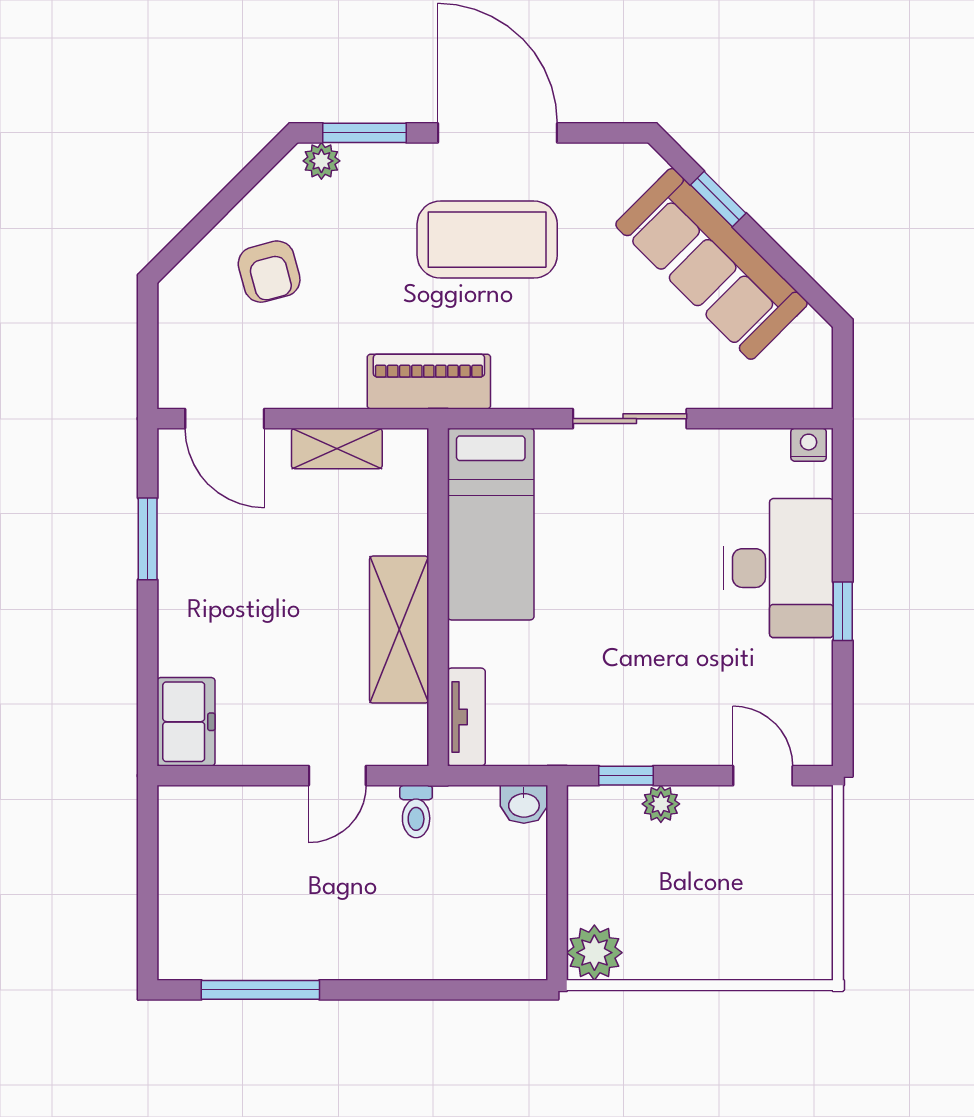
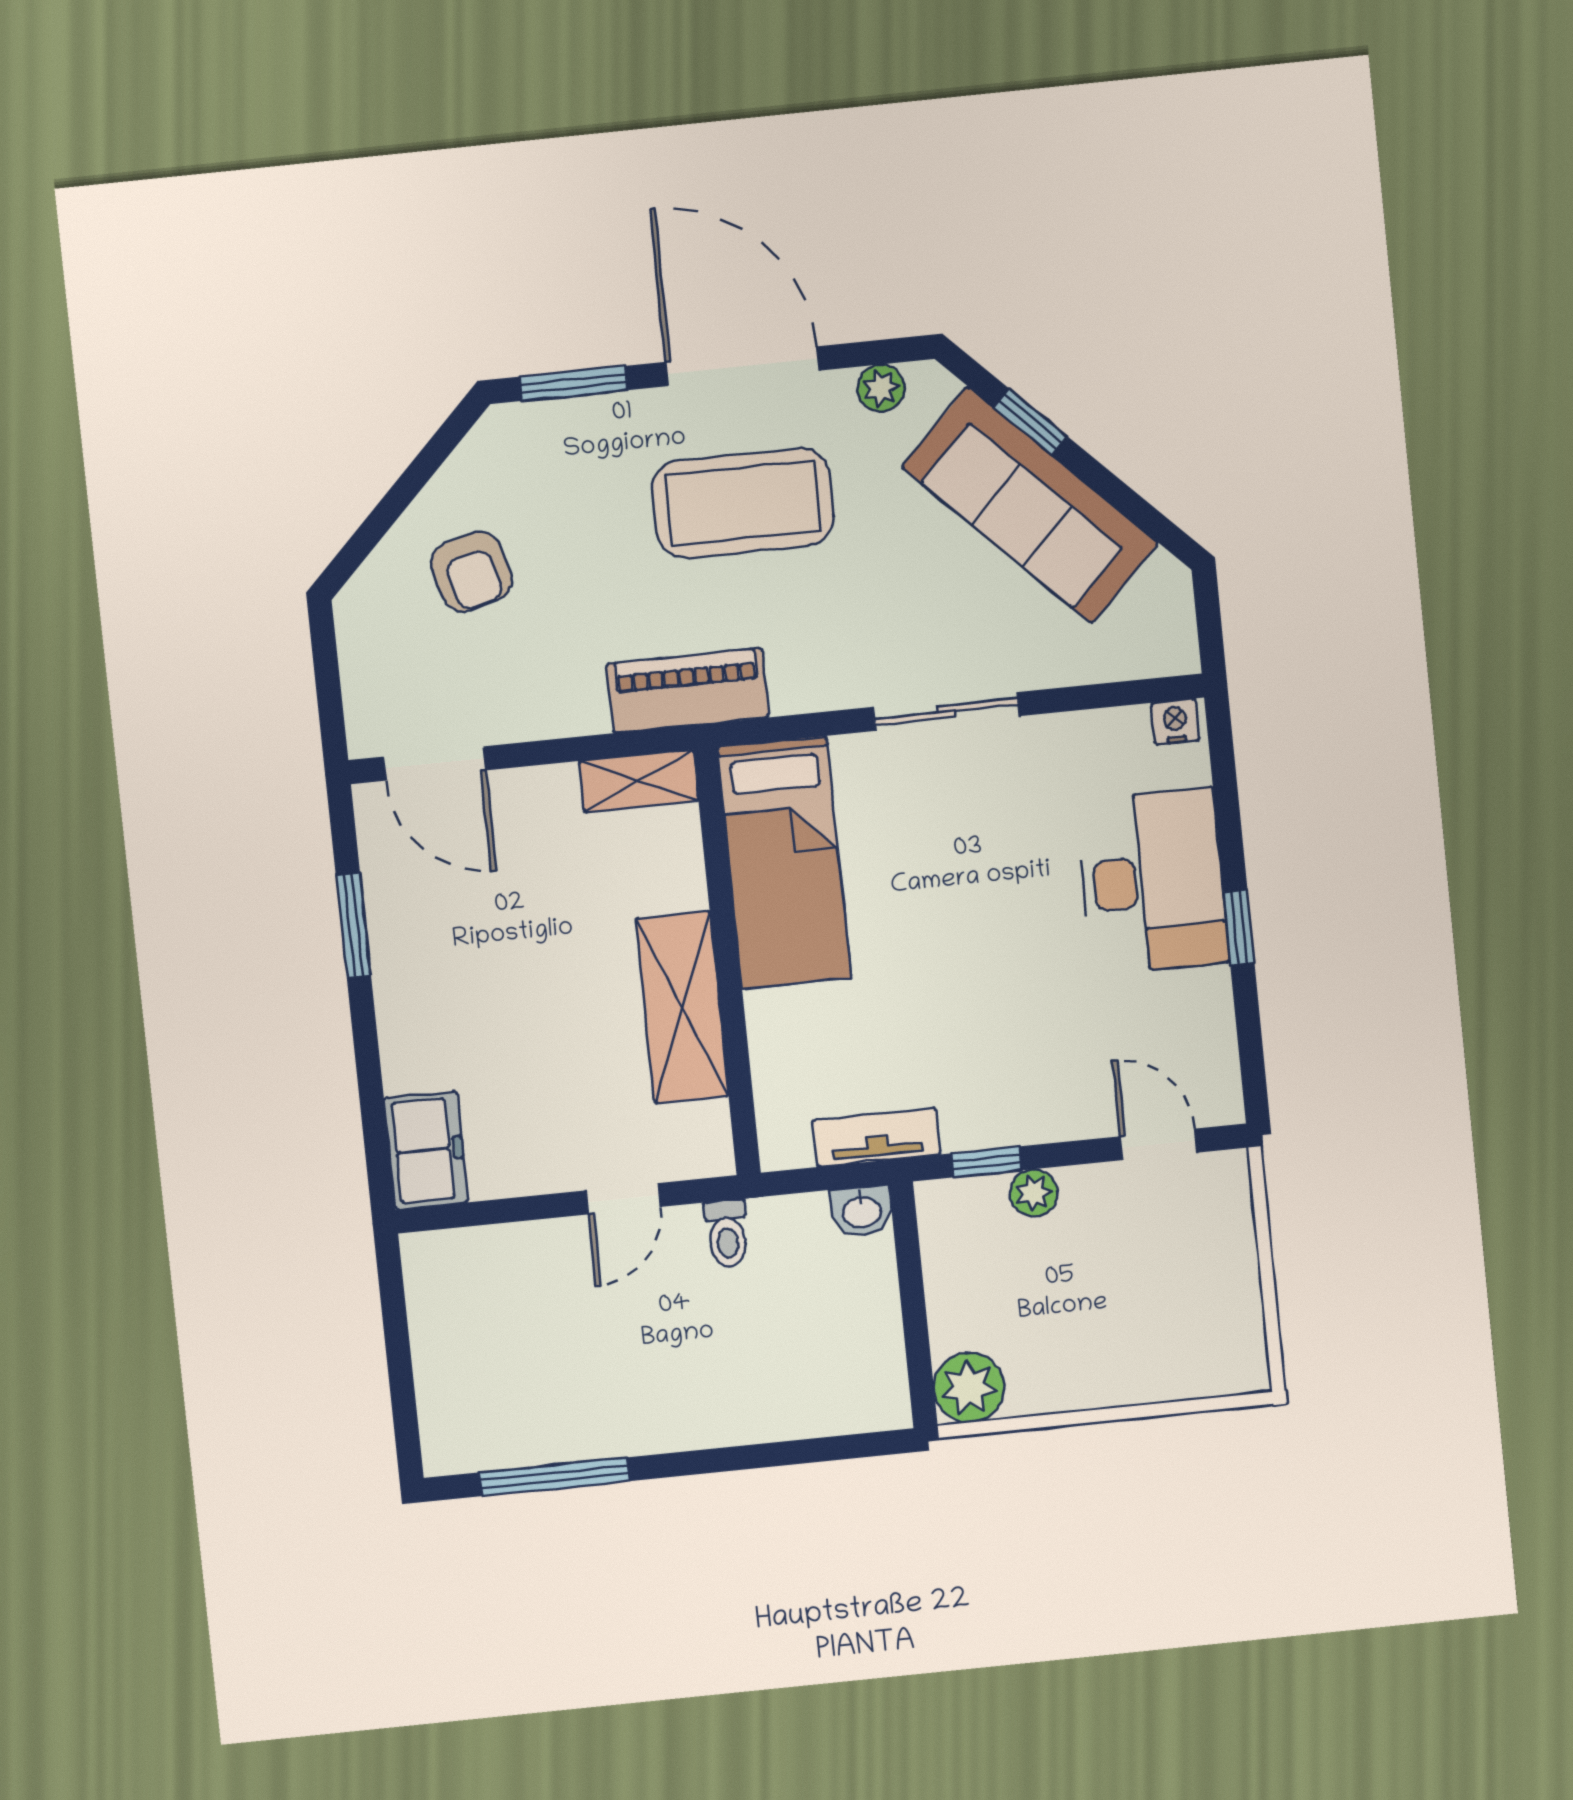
plant: (321, 161) -> (881, 388), moved
shelving: (337, 449) -> (639, 781), moved
tv unit: (466, 717) -> (876, 1137), moved, turned -90

